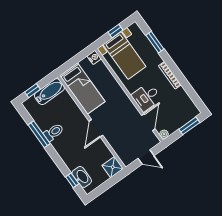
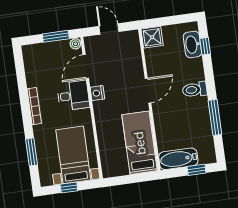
nightstand: (94, 57) -> (97, 93), moved
window: (189, 126) -> (56, 36), moved
toilet: (54, 132) -> (195, 90), moved

